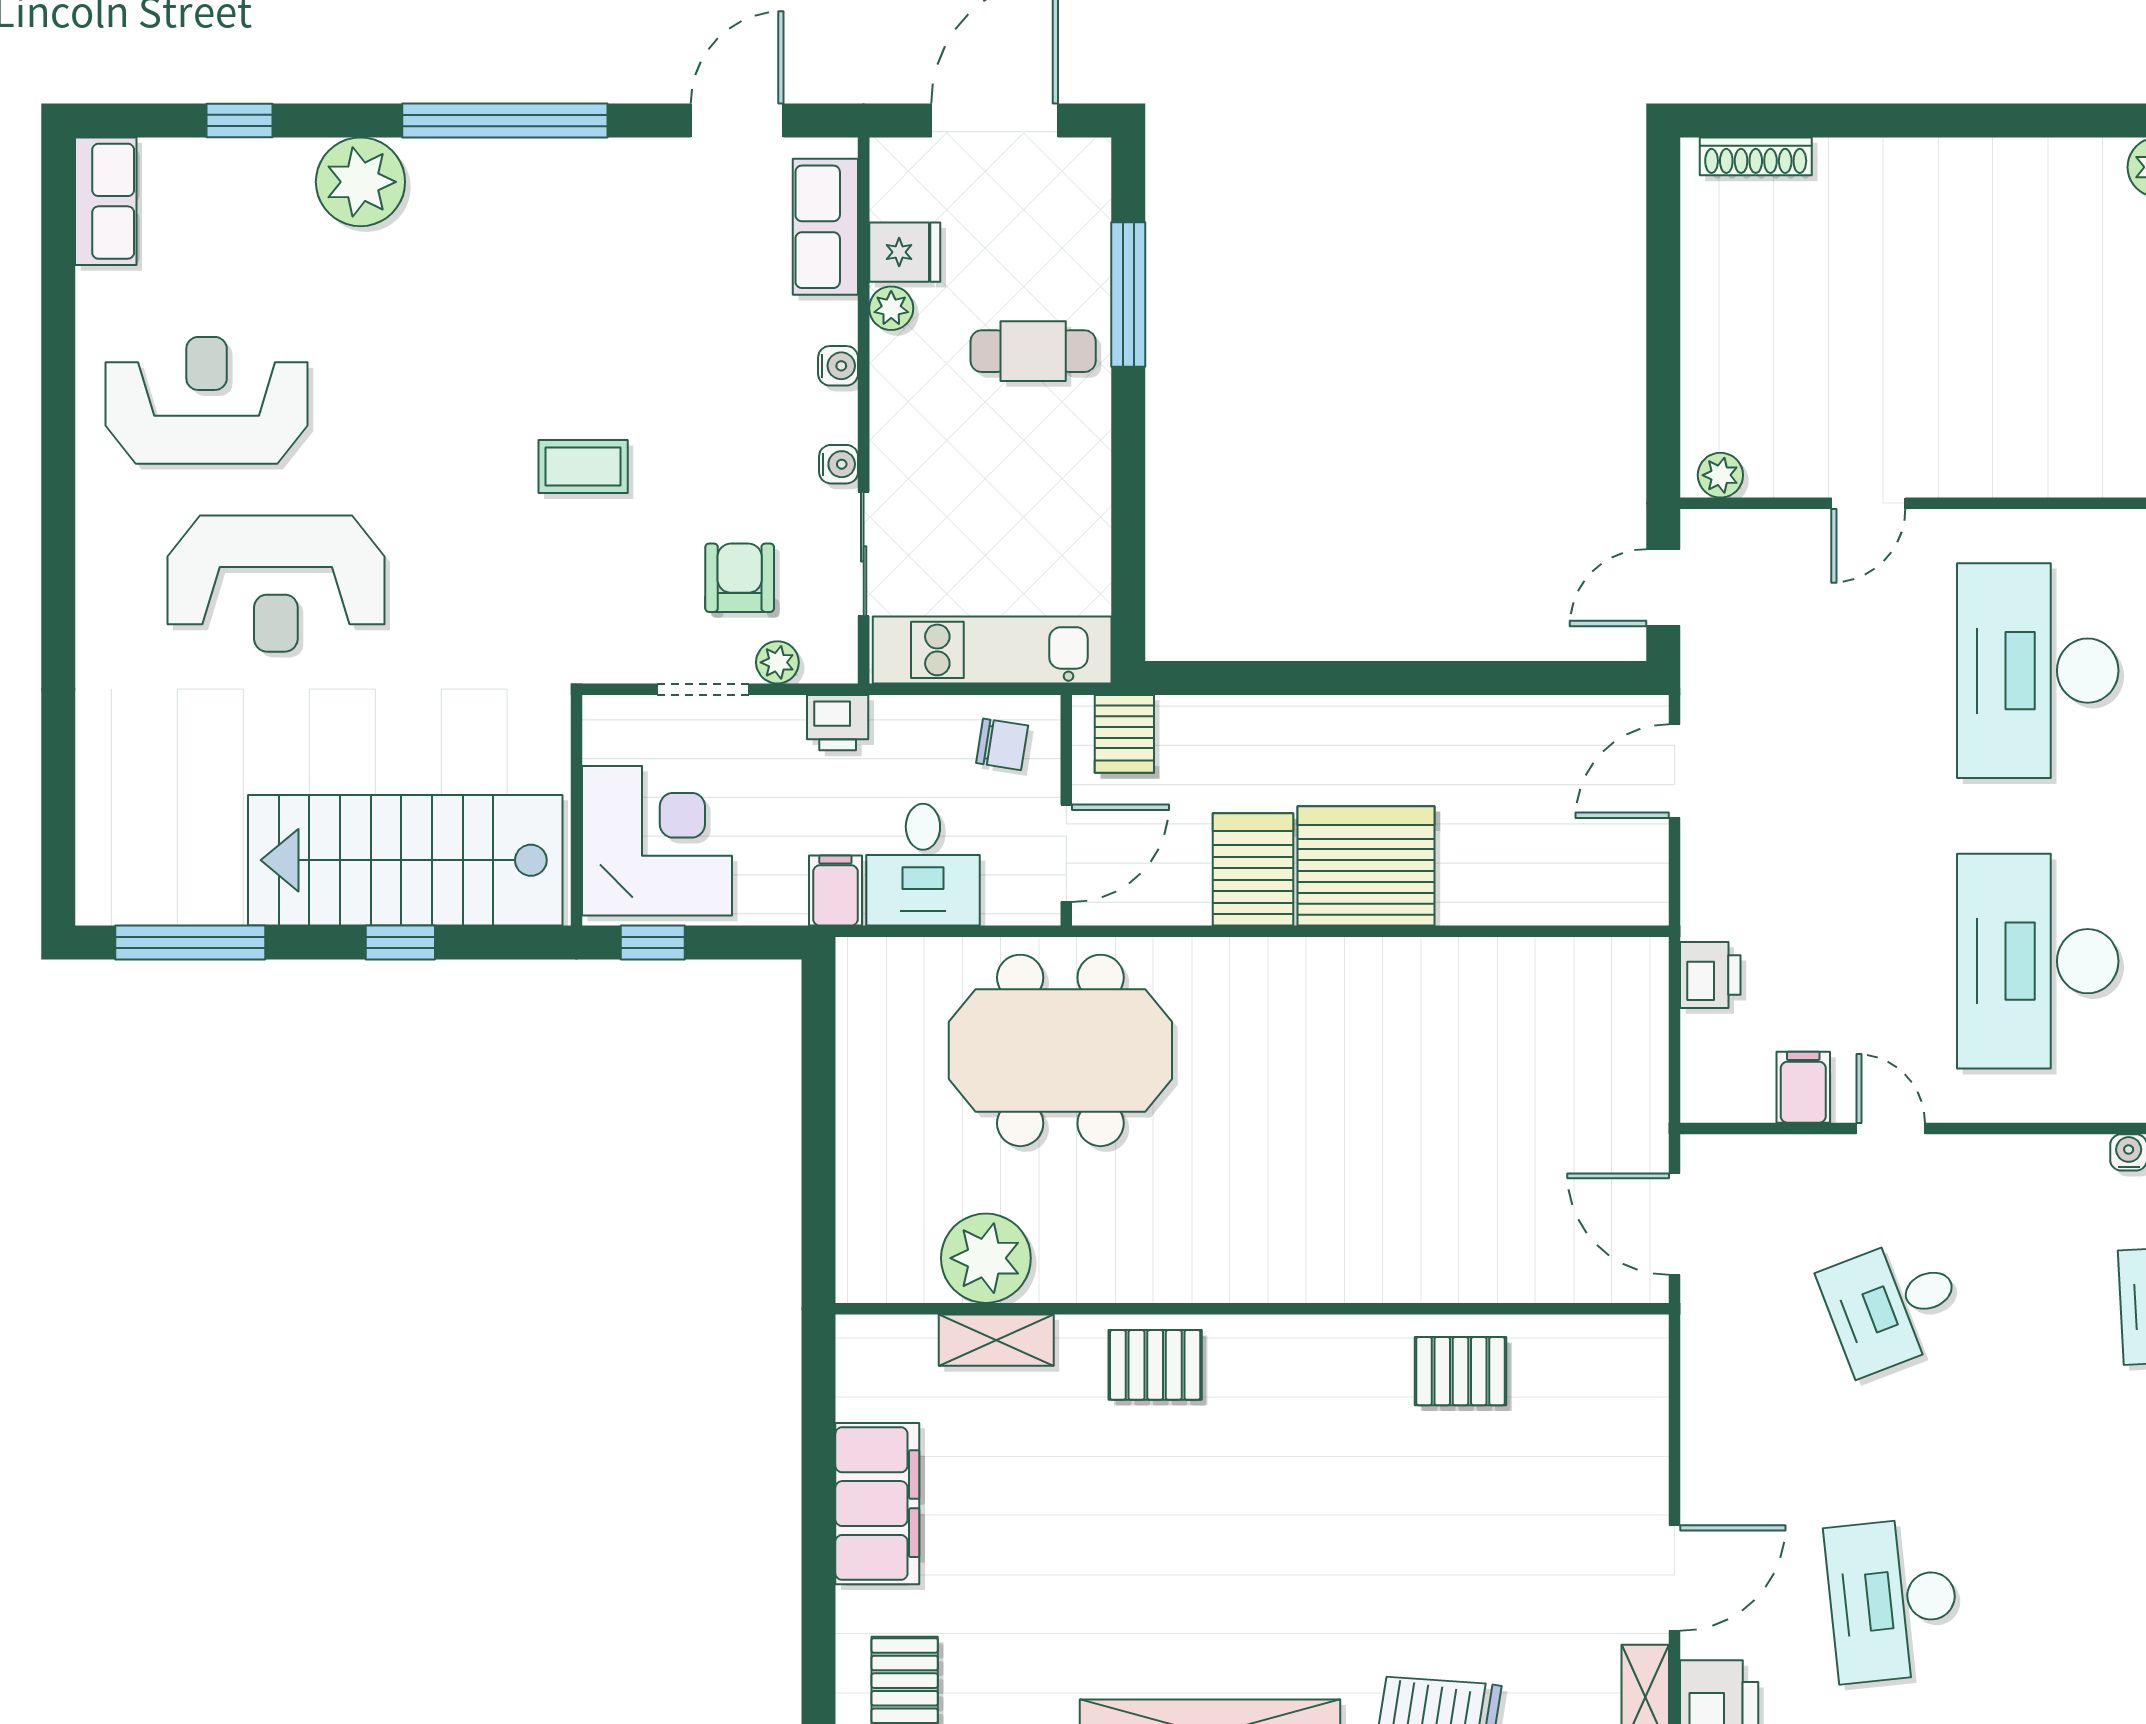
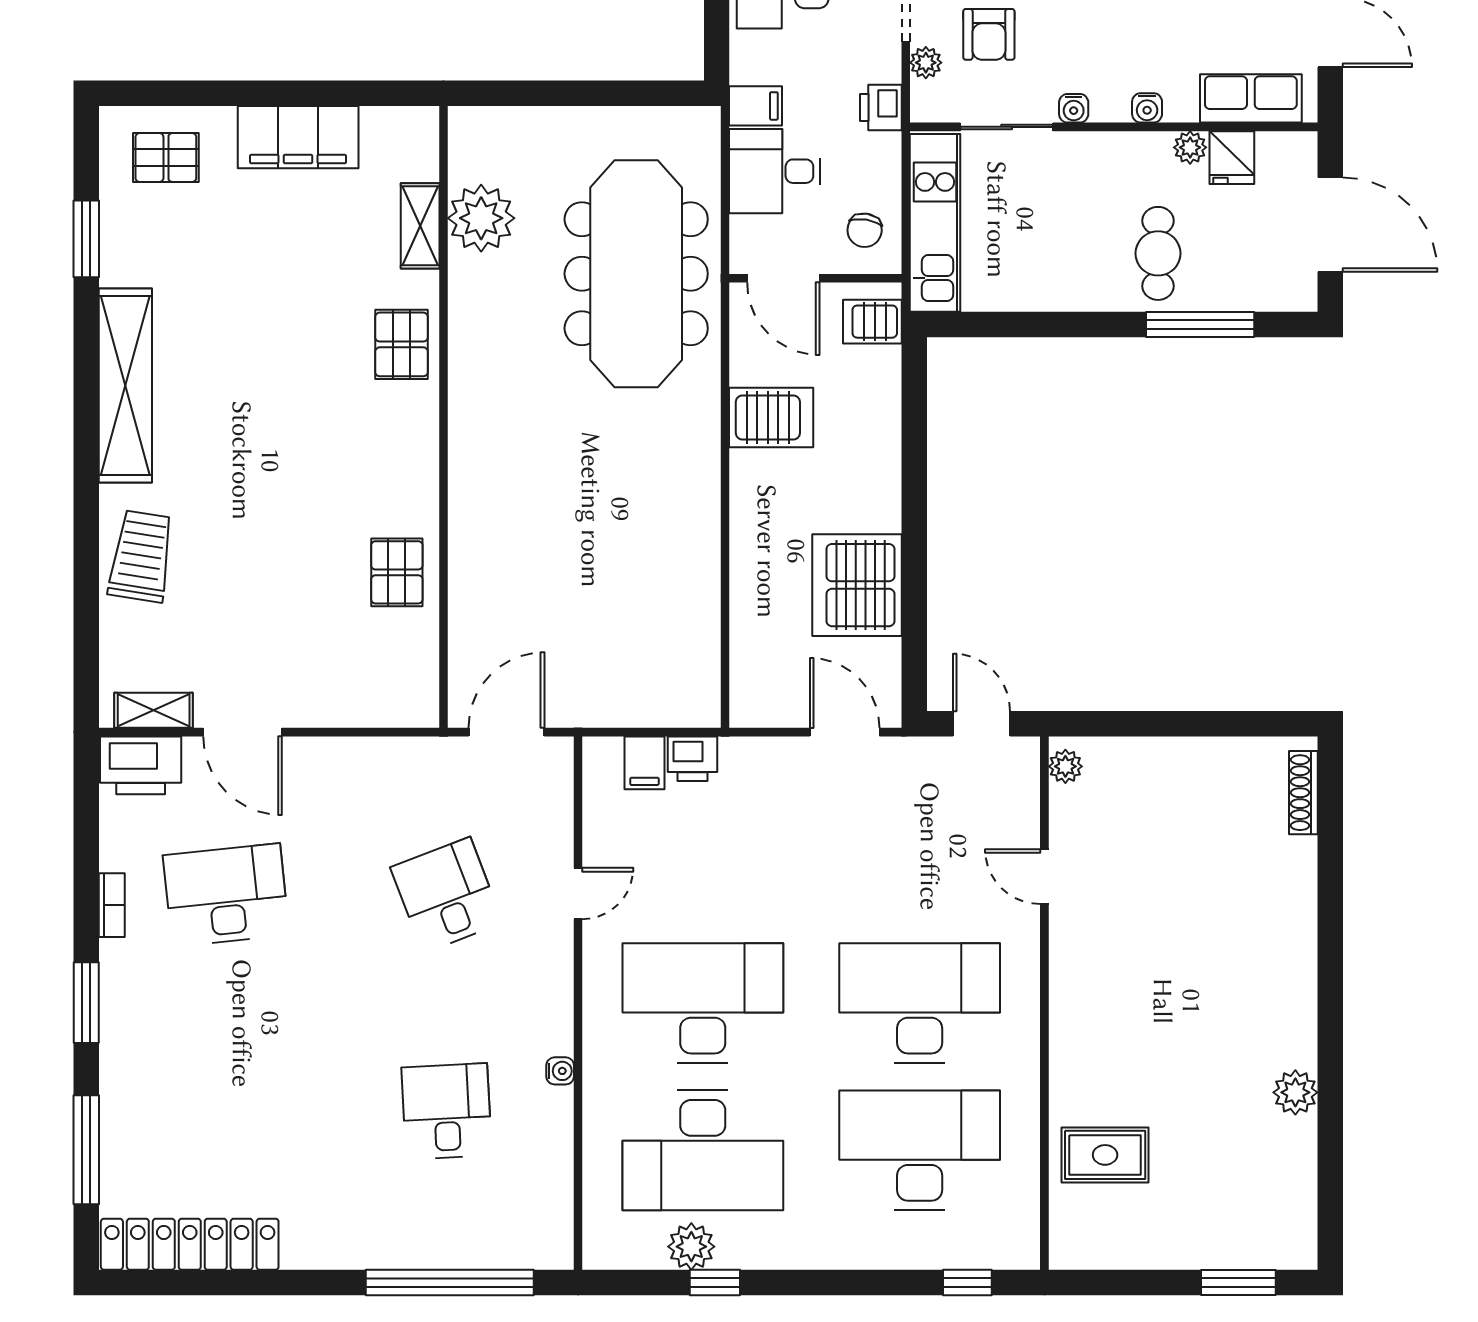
armchair: (740, 578) -> (989, 34), turned 90
server rack: (1366, 866) -> (857, 585), moved, turned 180
meeting table: (1060, 1050) -> (636, 274), width x1.36
filing cabinet: (1803, 1087) -> (645, 763), moved, turned 90

